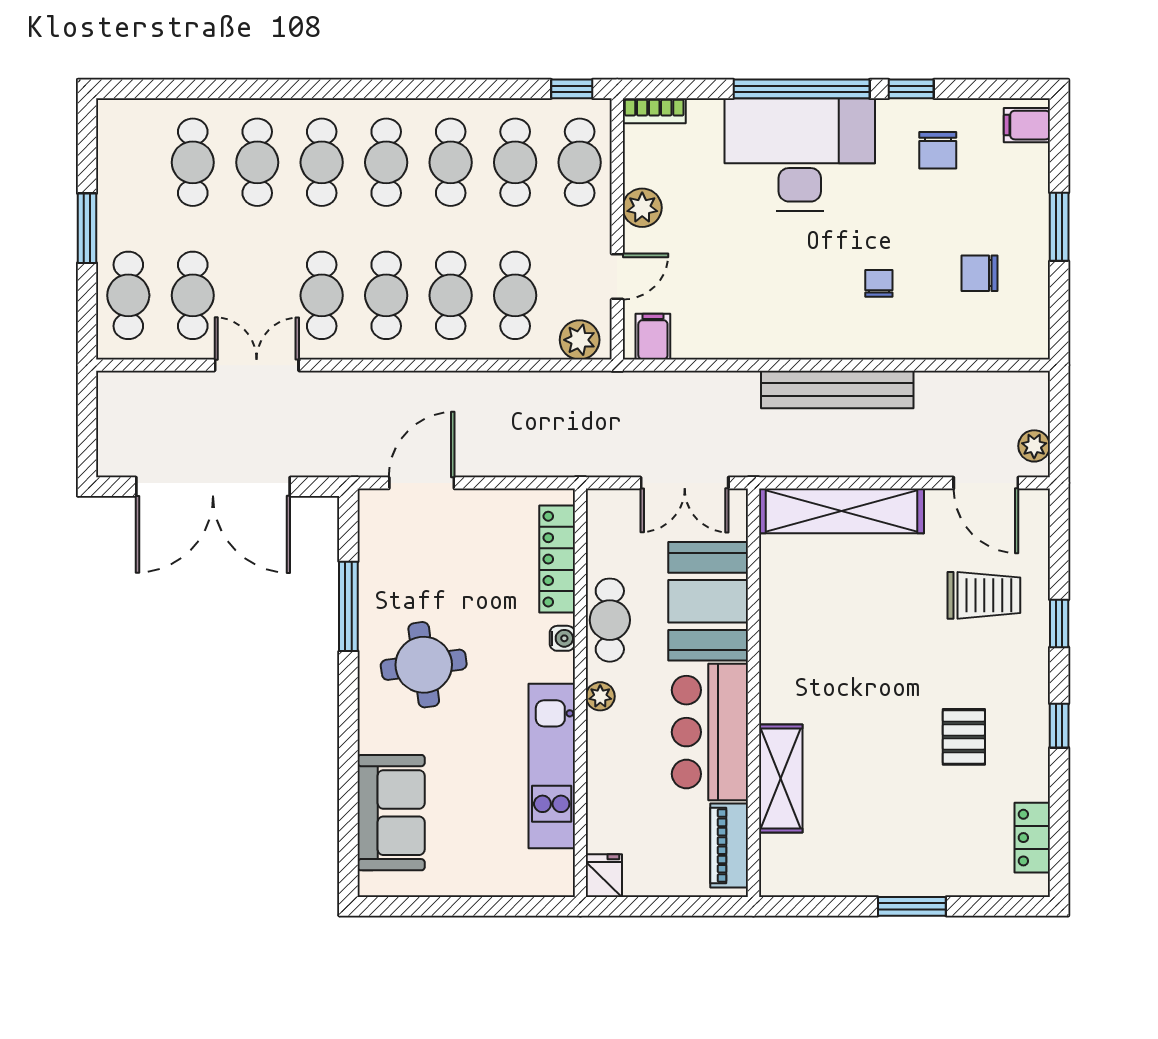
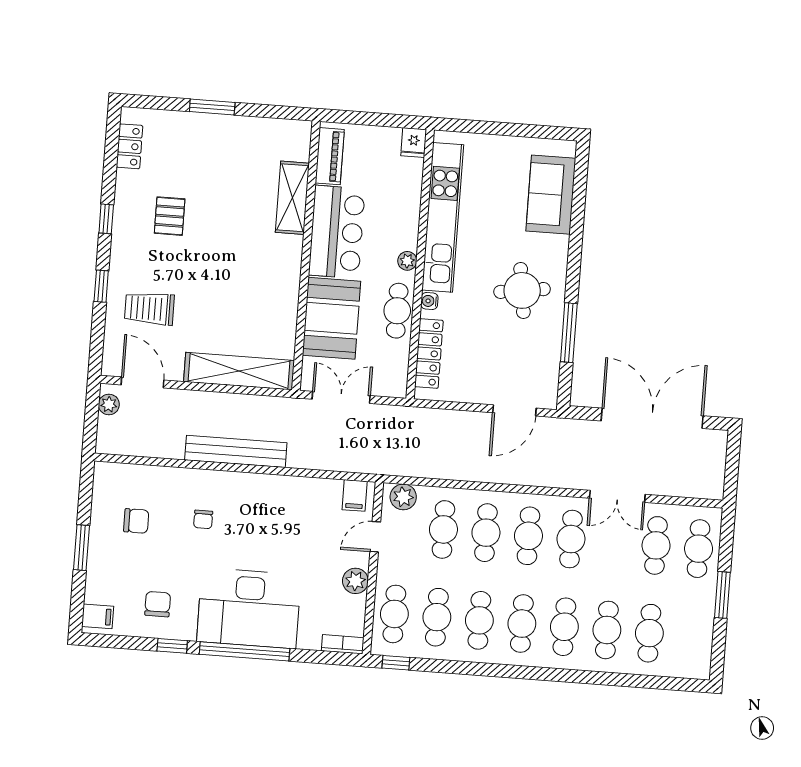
kitchen unit: (552, 766) -> (443, 217), width x1.36

